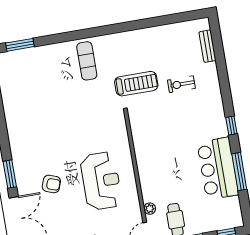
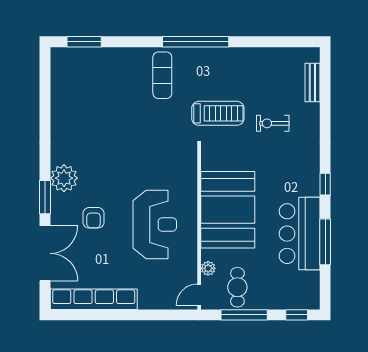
window: (109, 30) -> (196, 42), added
plant: (22, 156) -> (64, 178), added
booth: (157, 159) -> (228, 210), added
armchair: (51, 184) -> (94, 218), turned 70

